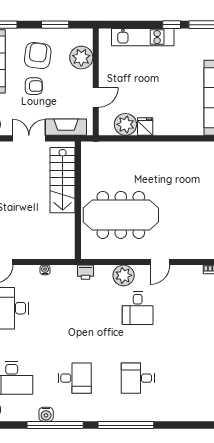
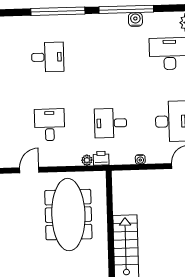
meeting table: (121, 215) -> (68, 215), turned 90
plant: (124, 275) -> (87, 160), moved, width x0.53, depth x0.53
desk: (75, 378) -> (111, 123), moved

